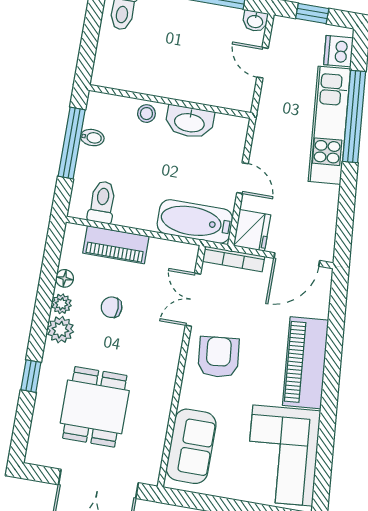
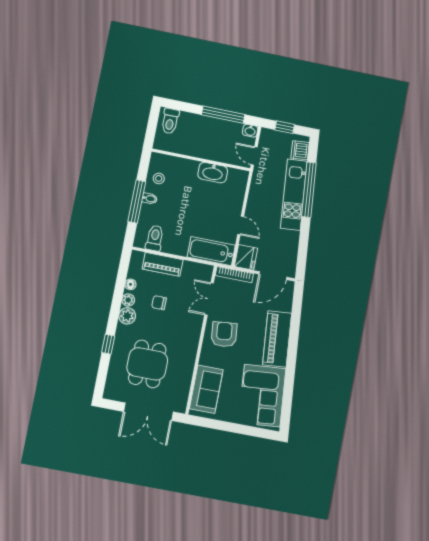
wall: (170, 101) -> (201, 160), moved
stool: (146, 114) -> (159, 178), moved
washbasin: (190, 122) -> (213, 173), moved

